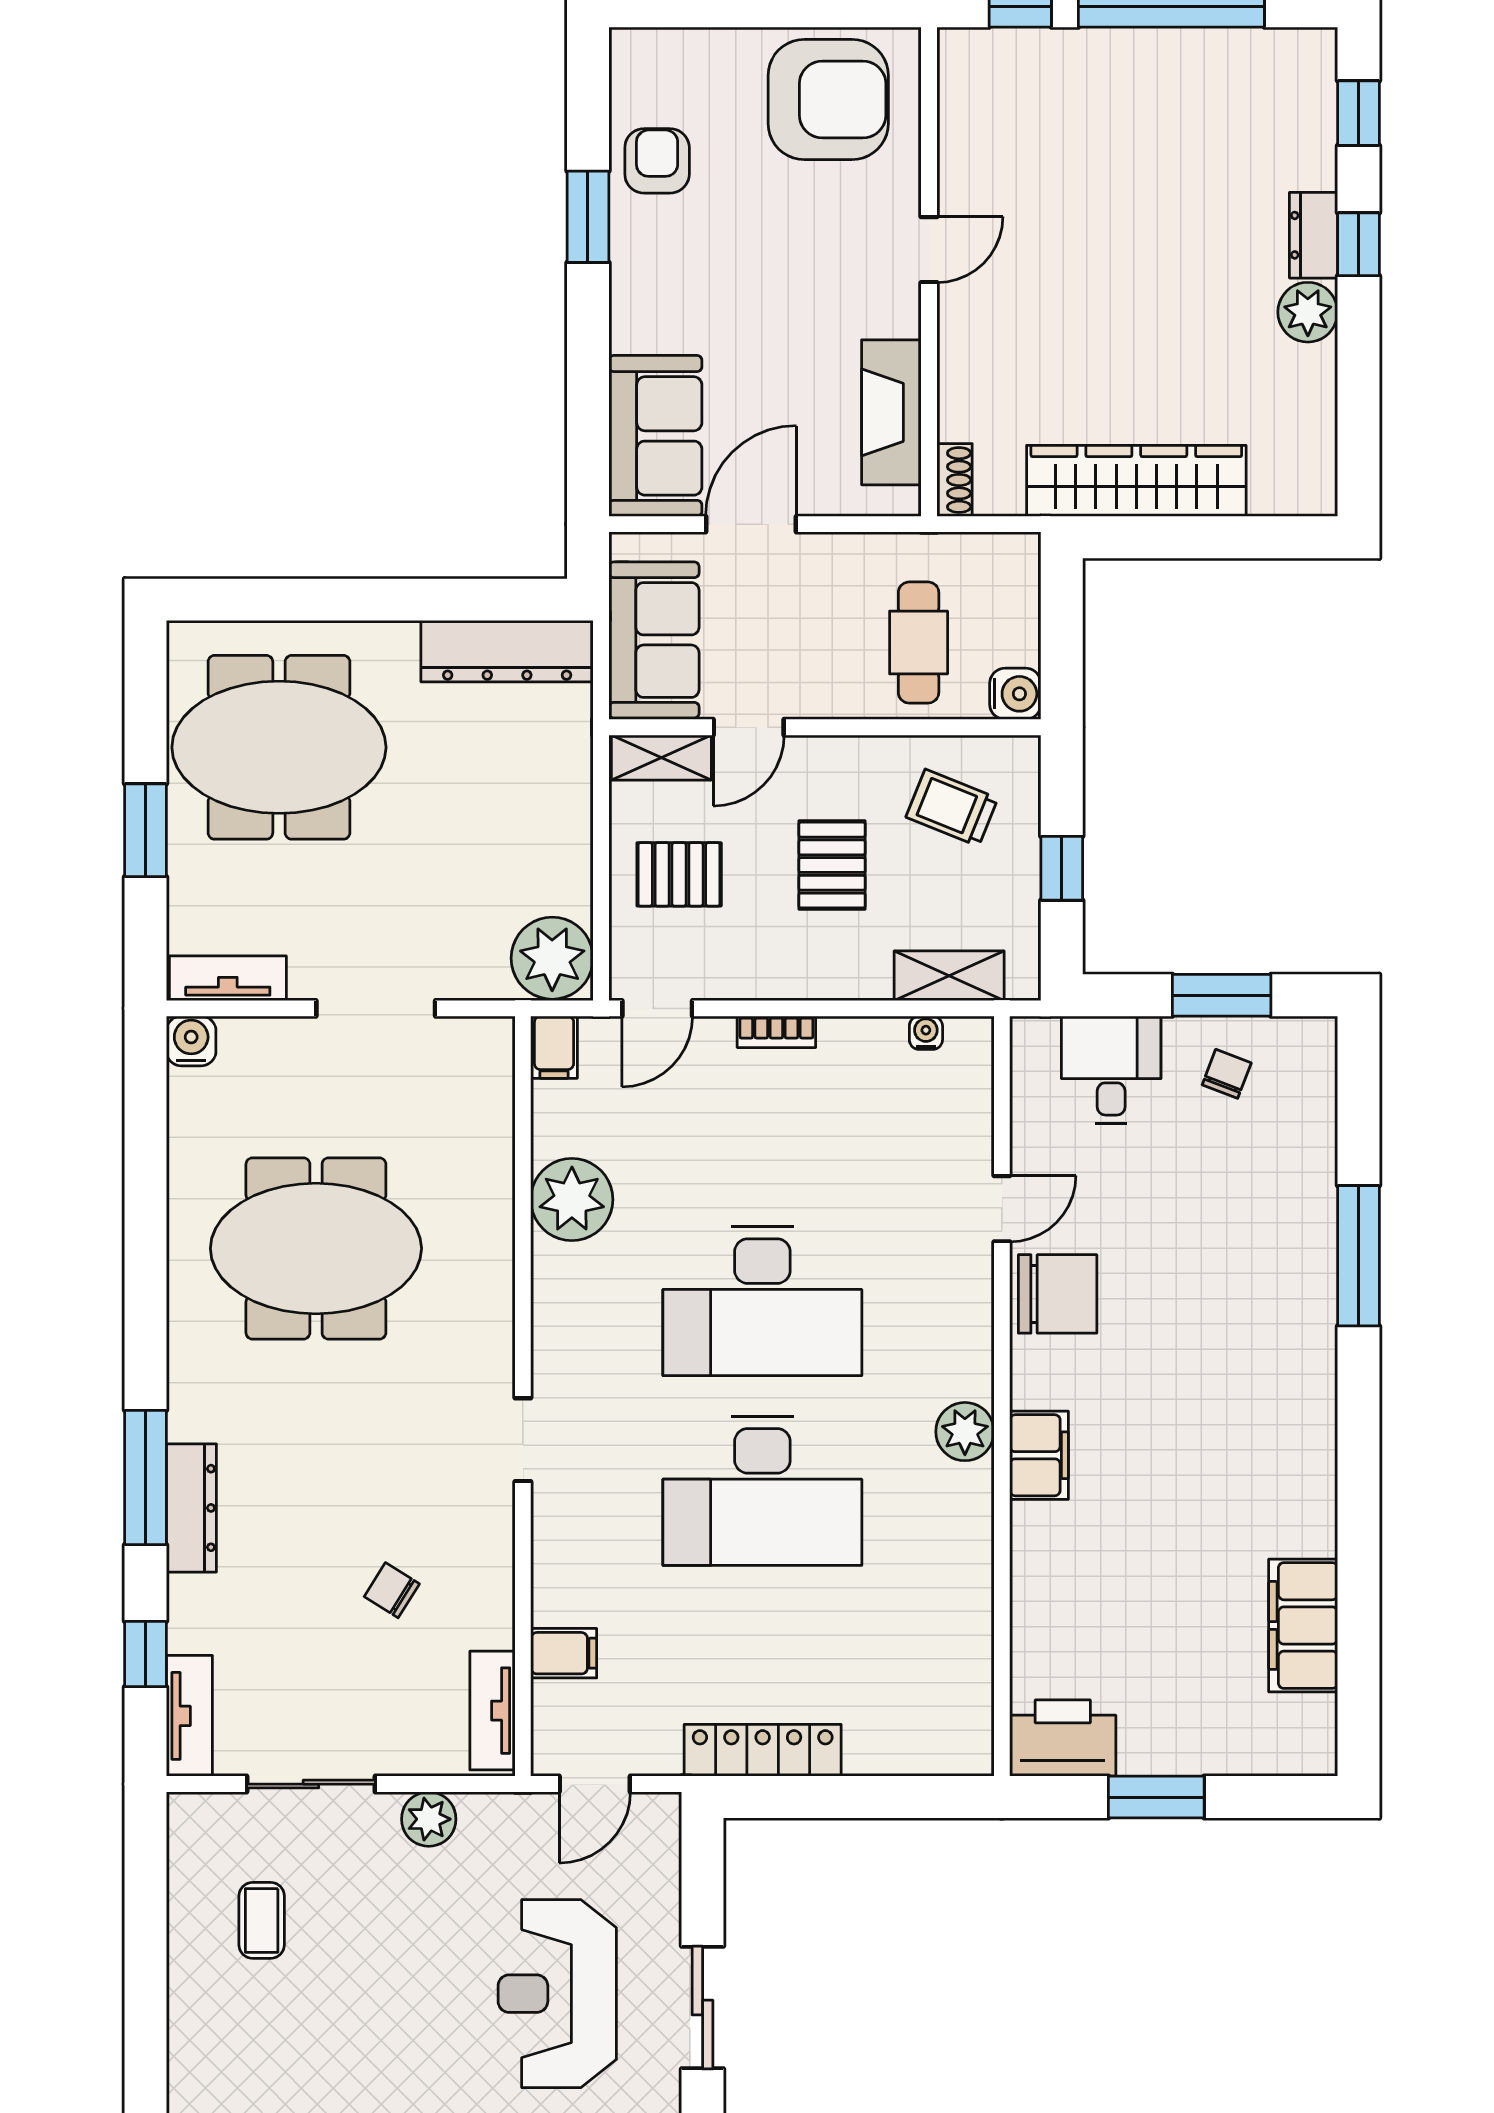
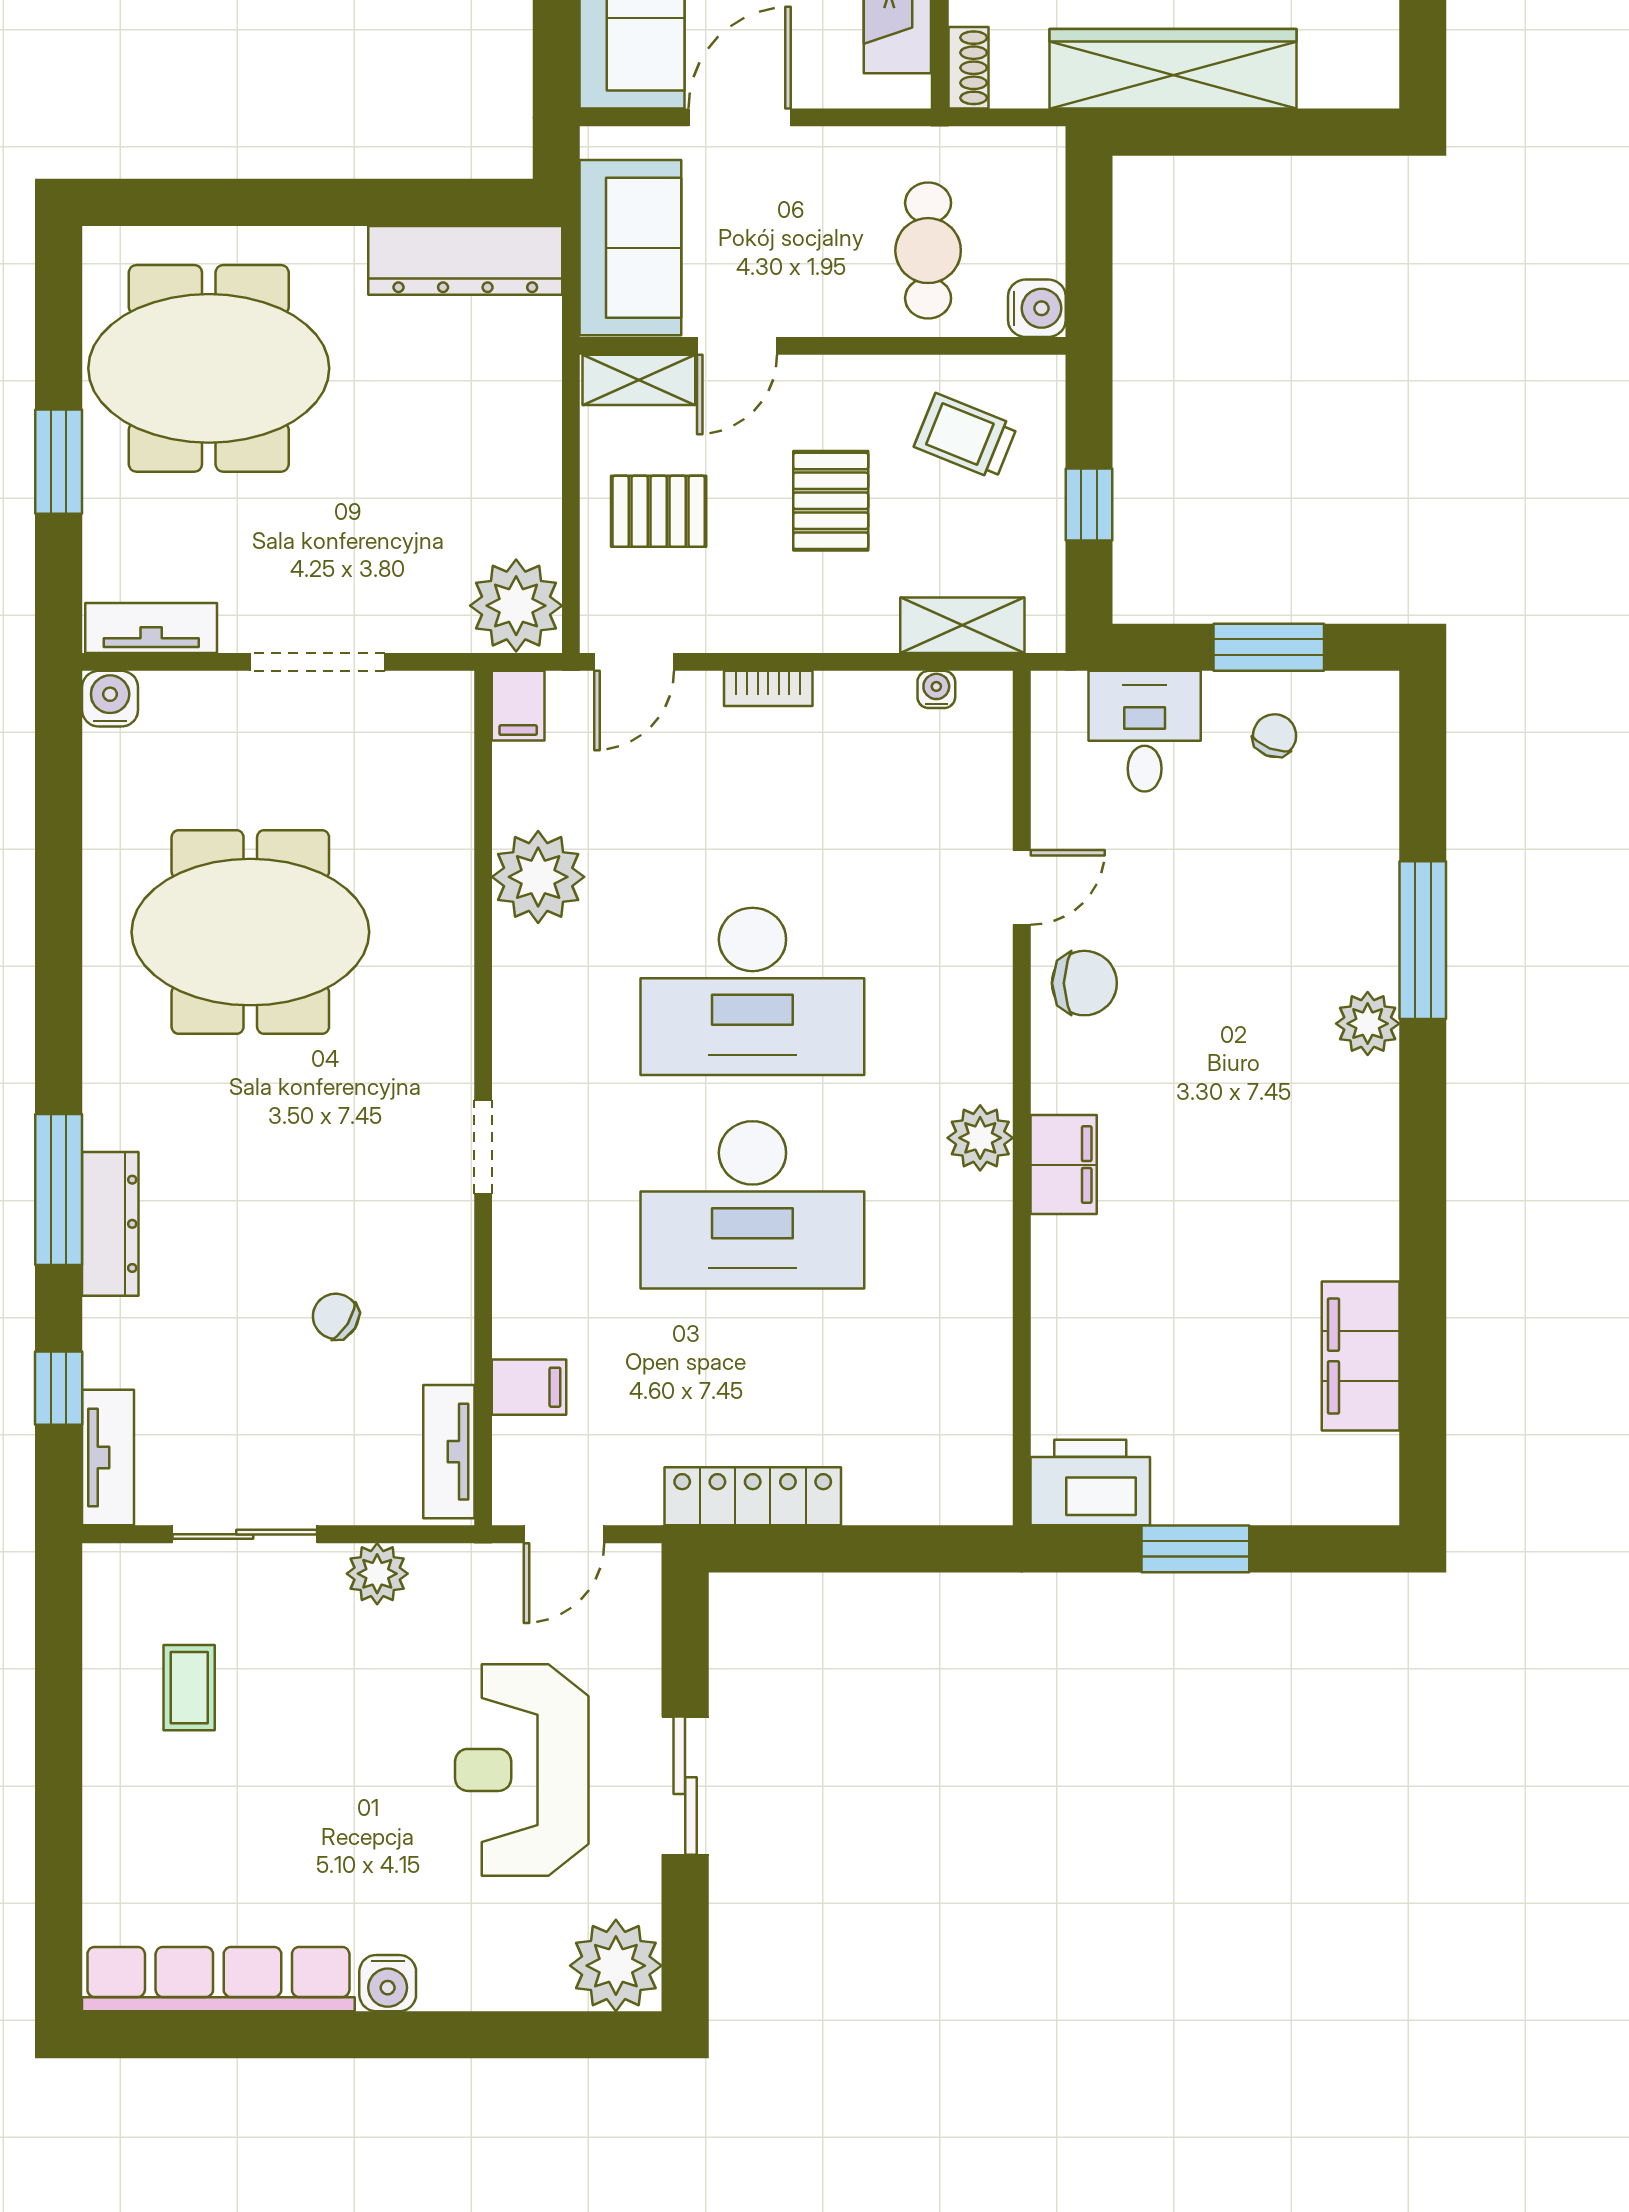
chair: (1058, 1294) -> (1084, 983), width x0.73, depth x0.73
plant: (1309, 1330) -> (1368, 1024), added

